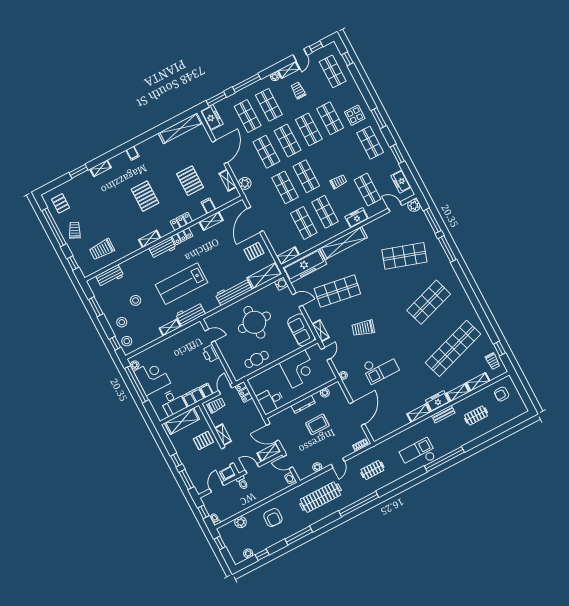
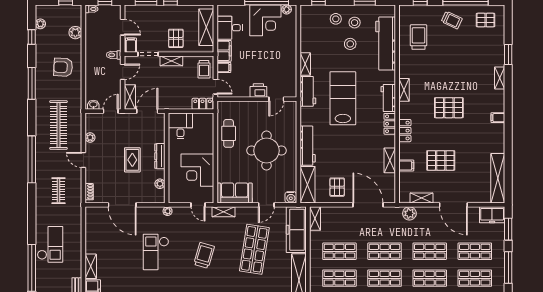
workbench: (110, 276) -> (386, 44), width x1.88, depth x1.32
stool: (127, 341) -> (355, 23), moved

